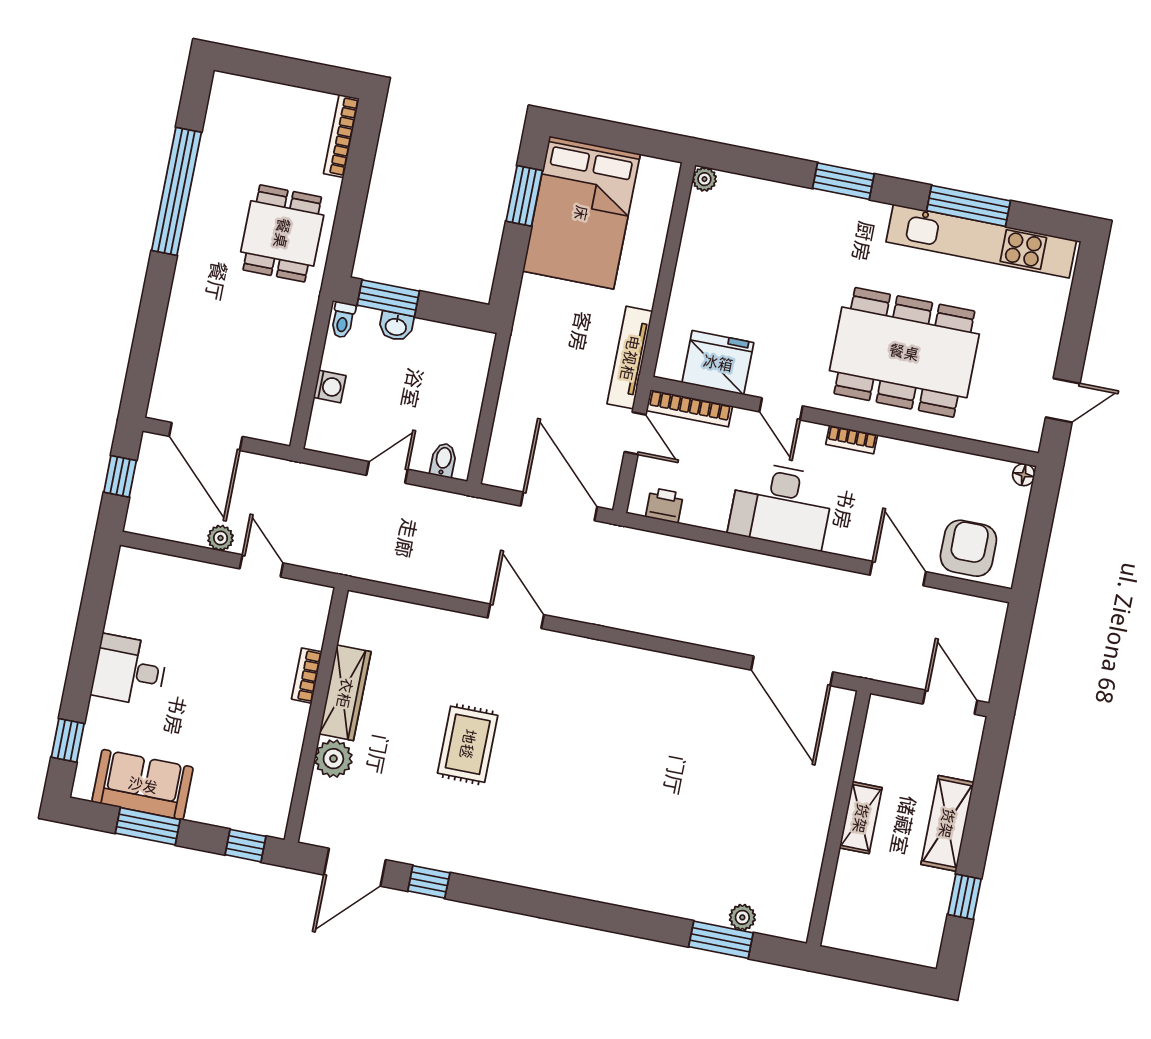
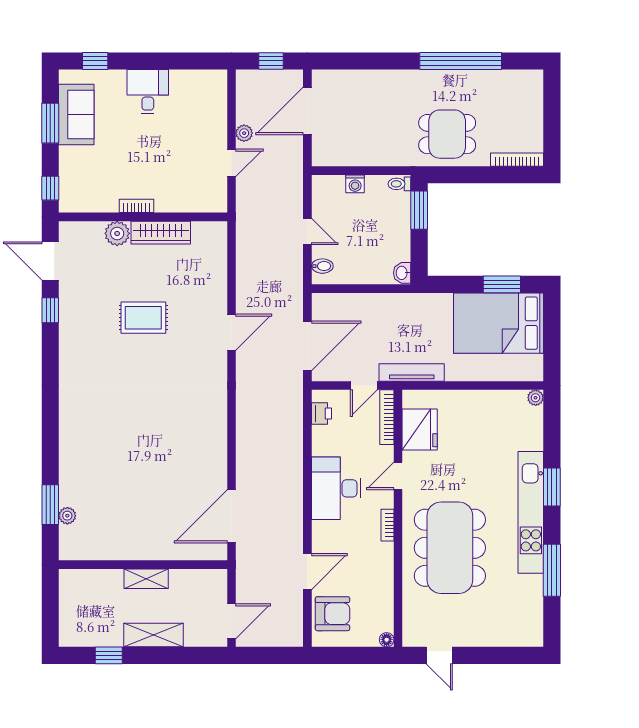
kitchen unit: (981, 241) -> (531, 512), moved
washbasin: (396, 326) -> (402, 273), moved
bookcase: (307, 676) -> (136, 206), moved

